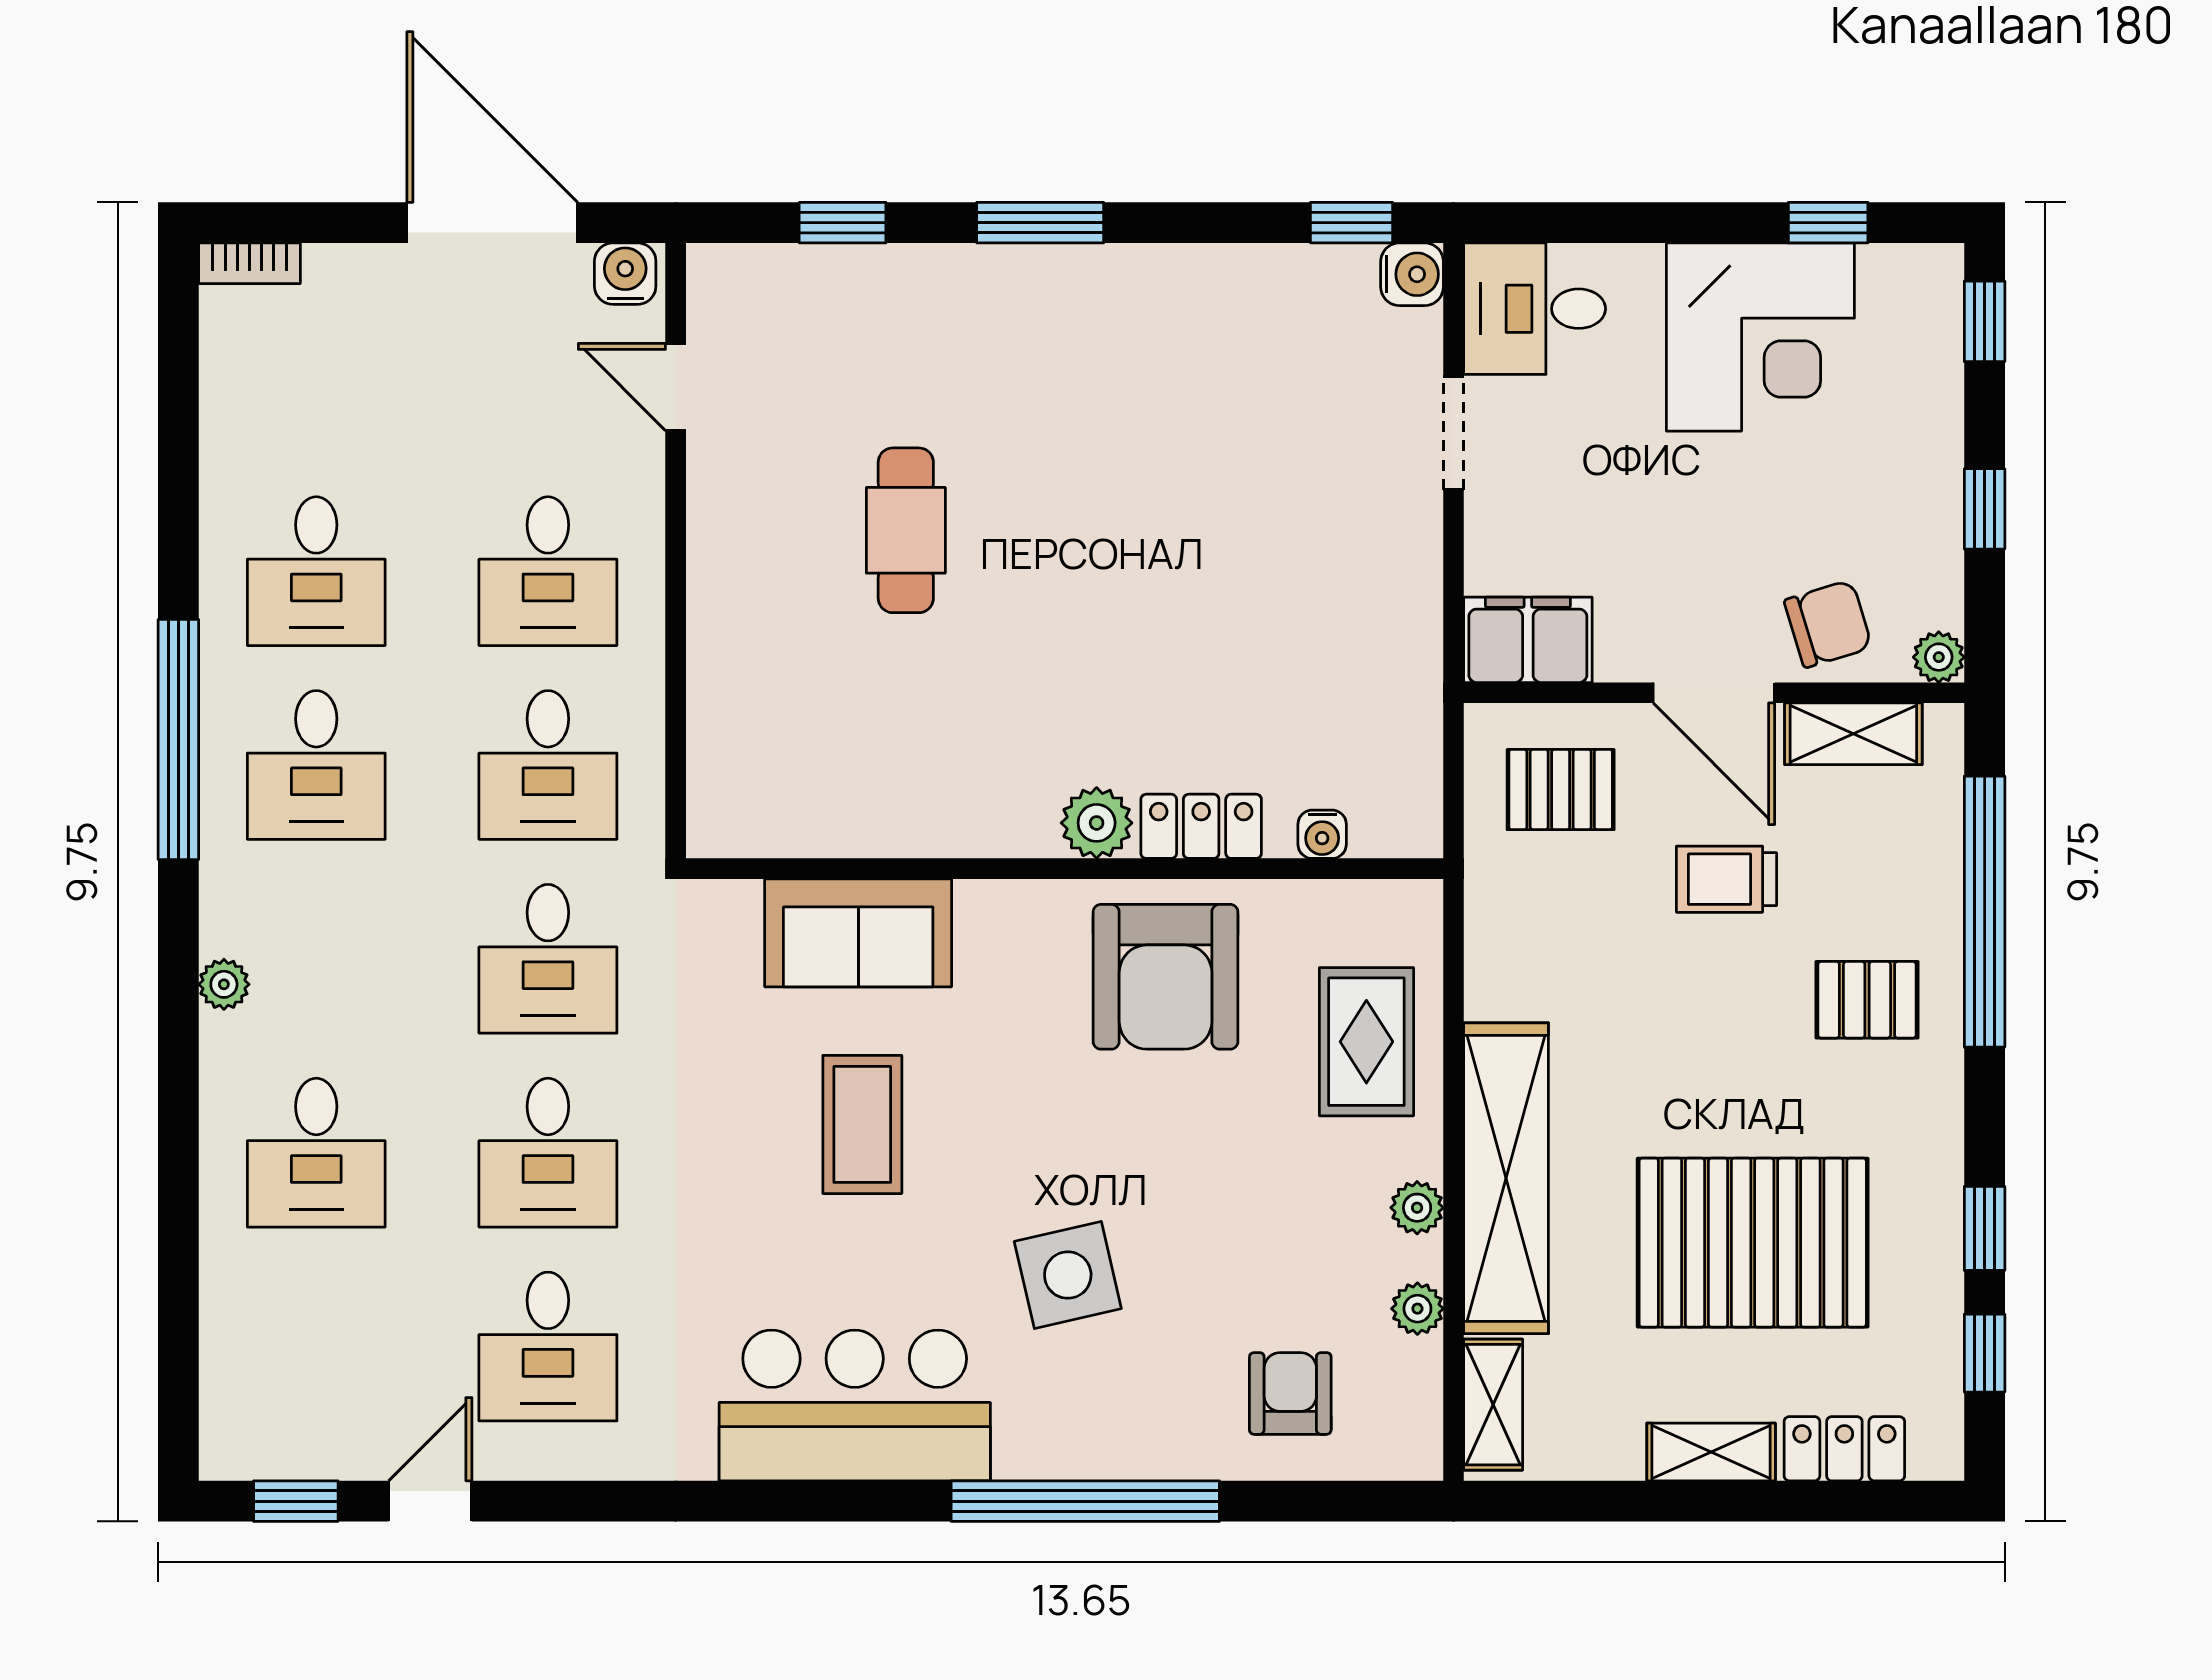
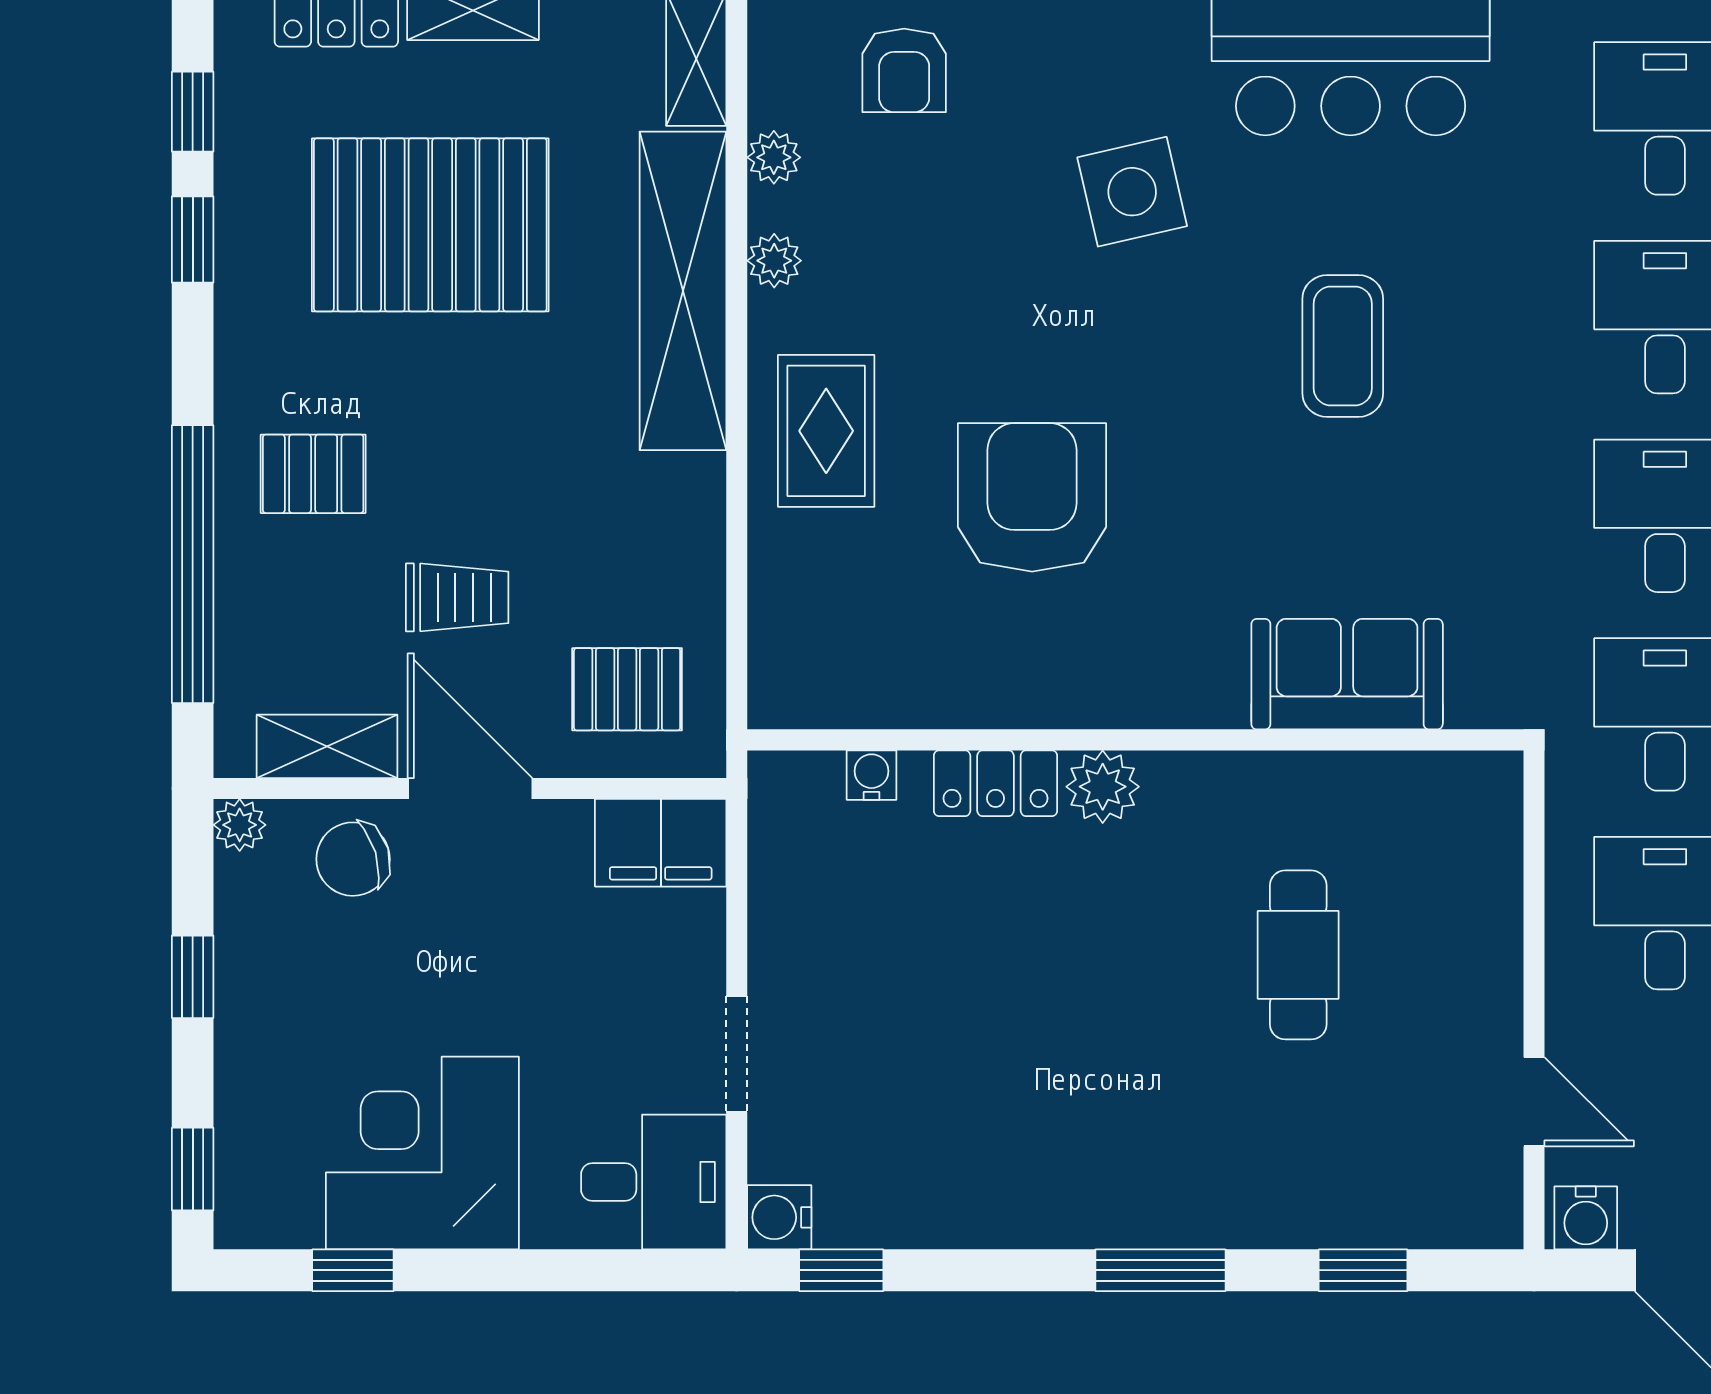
plant: (1097, 823) -> (1103, 787), moved
locker: (1201, 826) -> (996, 783), moved
water cooler: (1322, 834) -> (872, 775), moved
wall: (1065, 869) -> (1135, 740), moved
sofa: (858, 933) -> (1347, 674), moved

